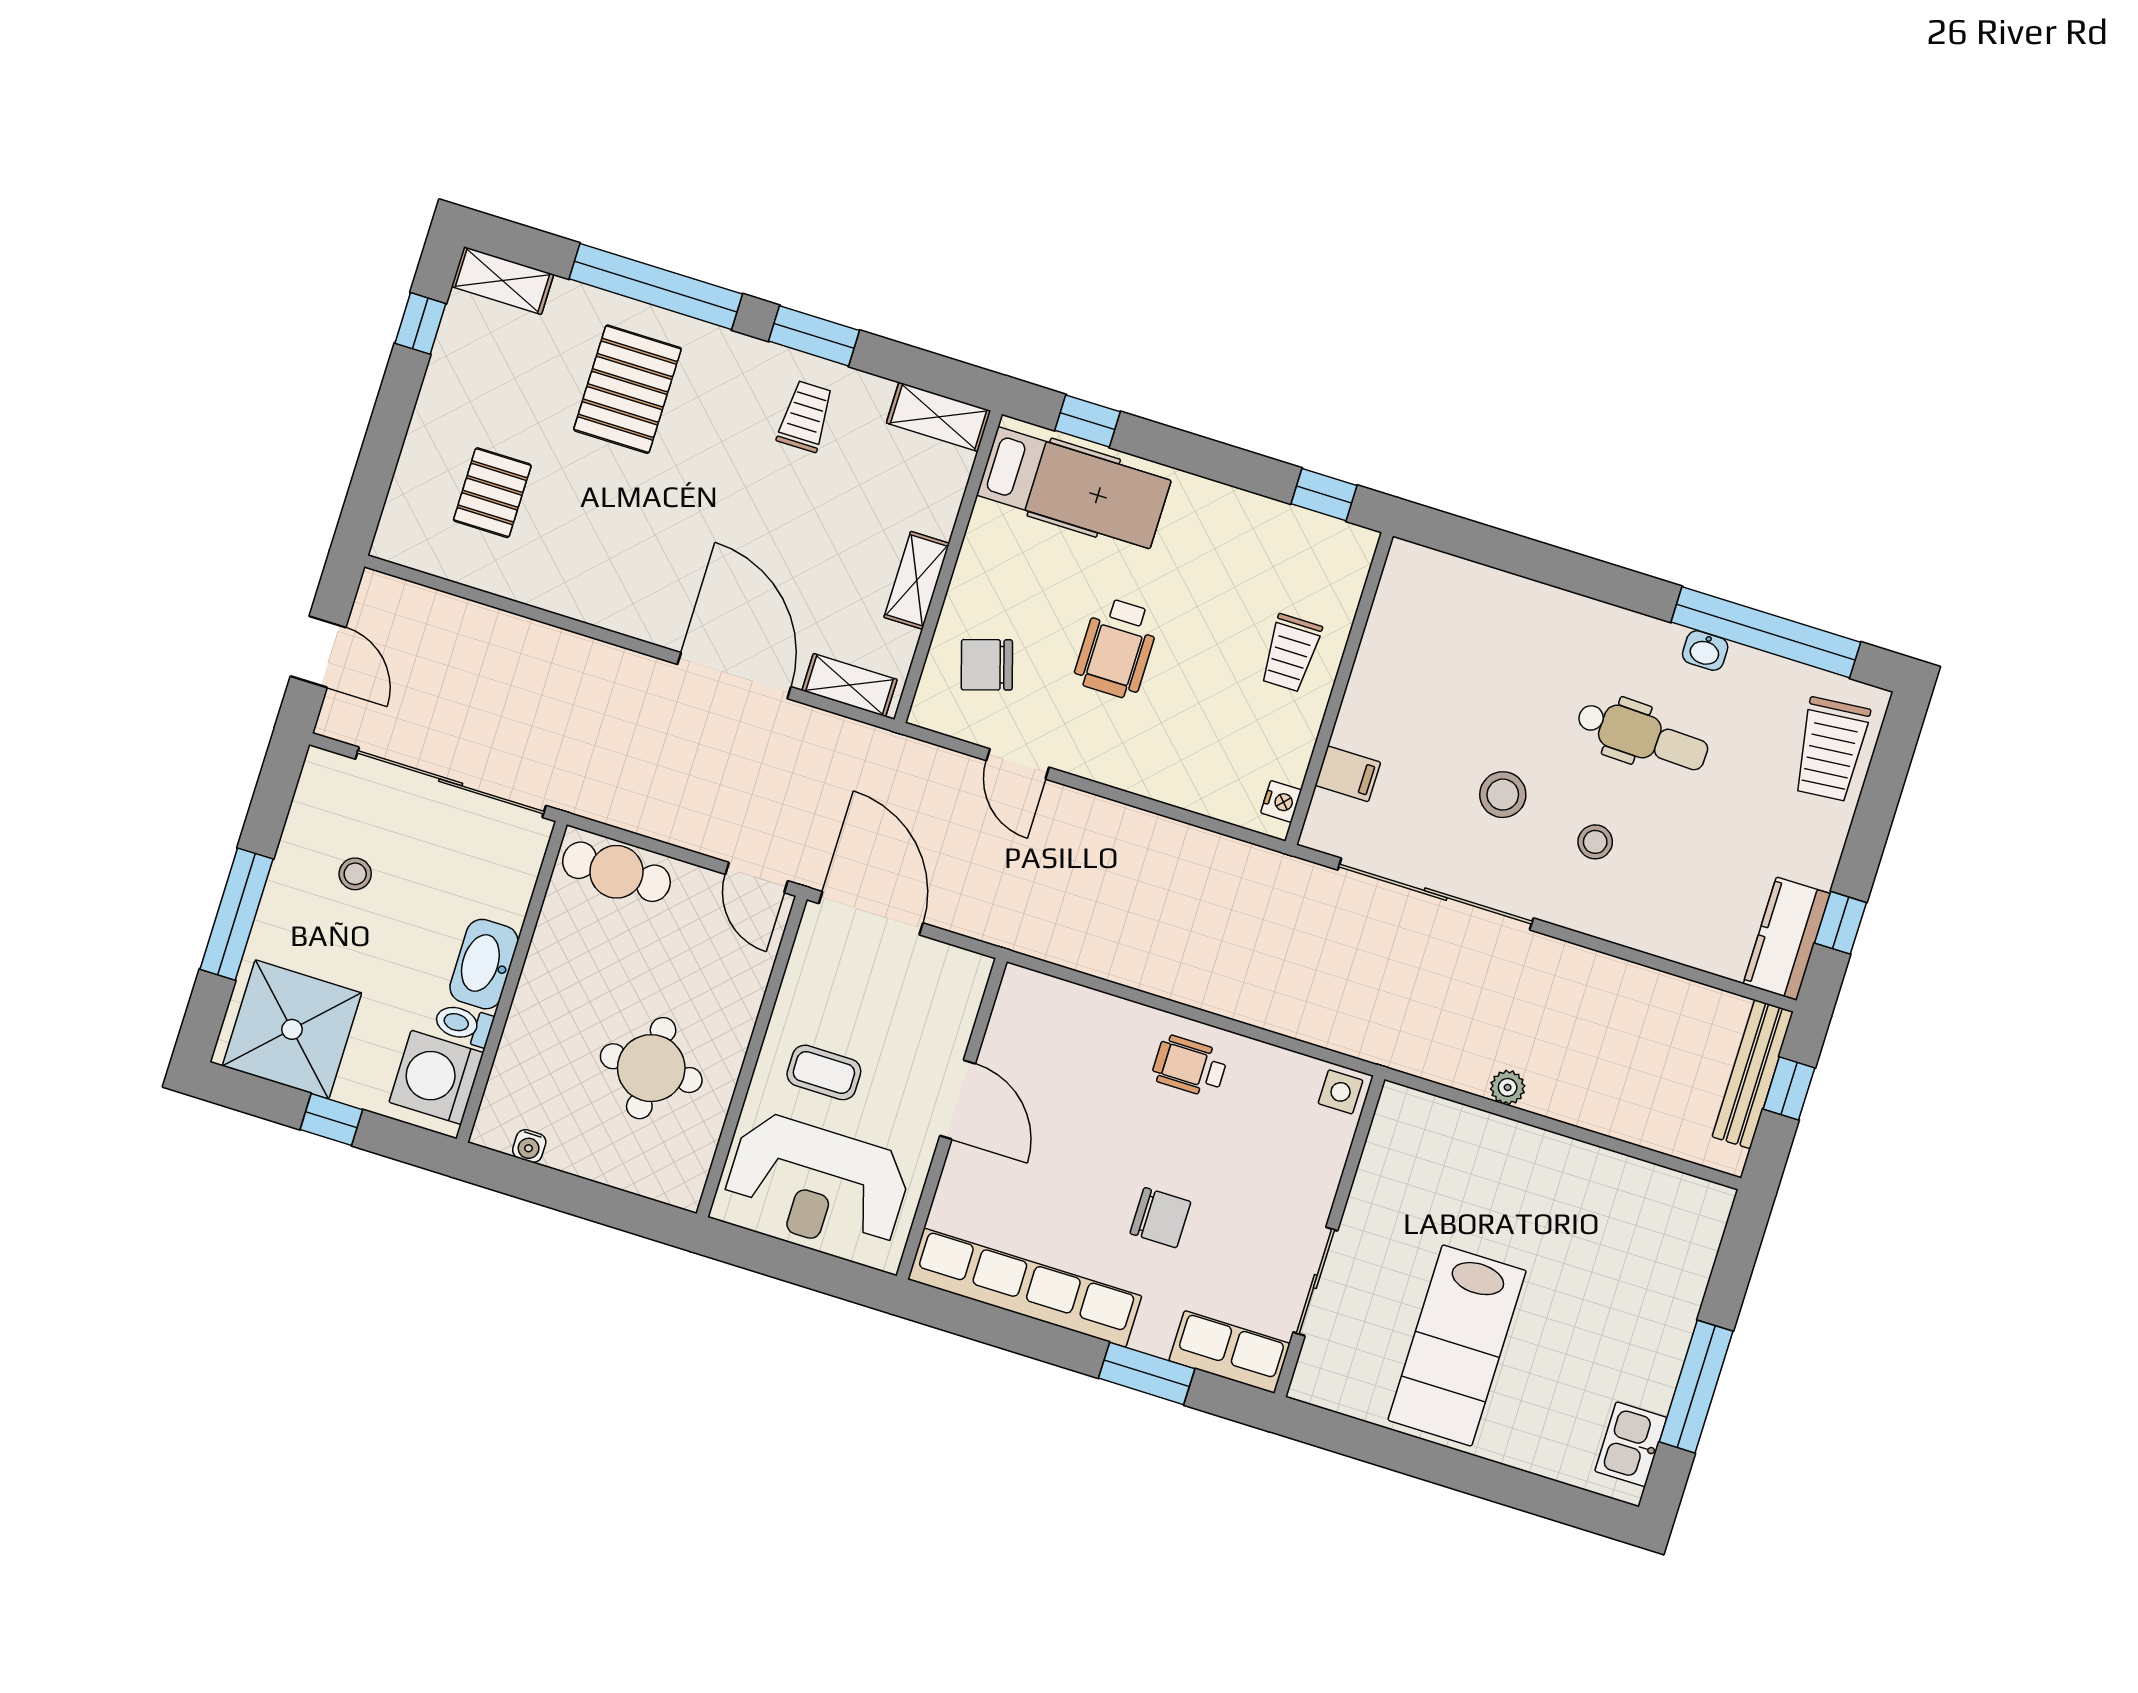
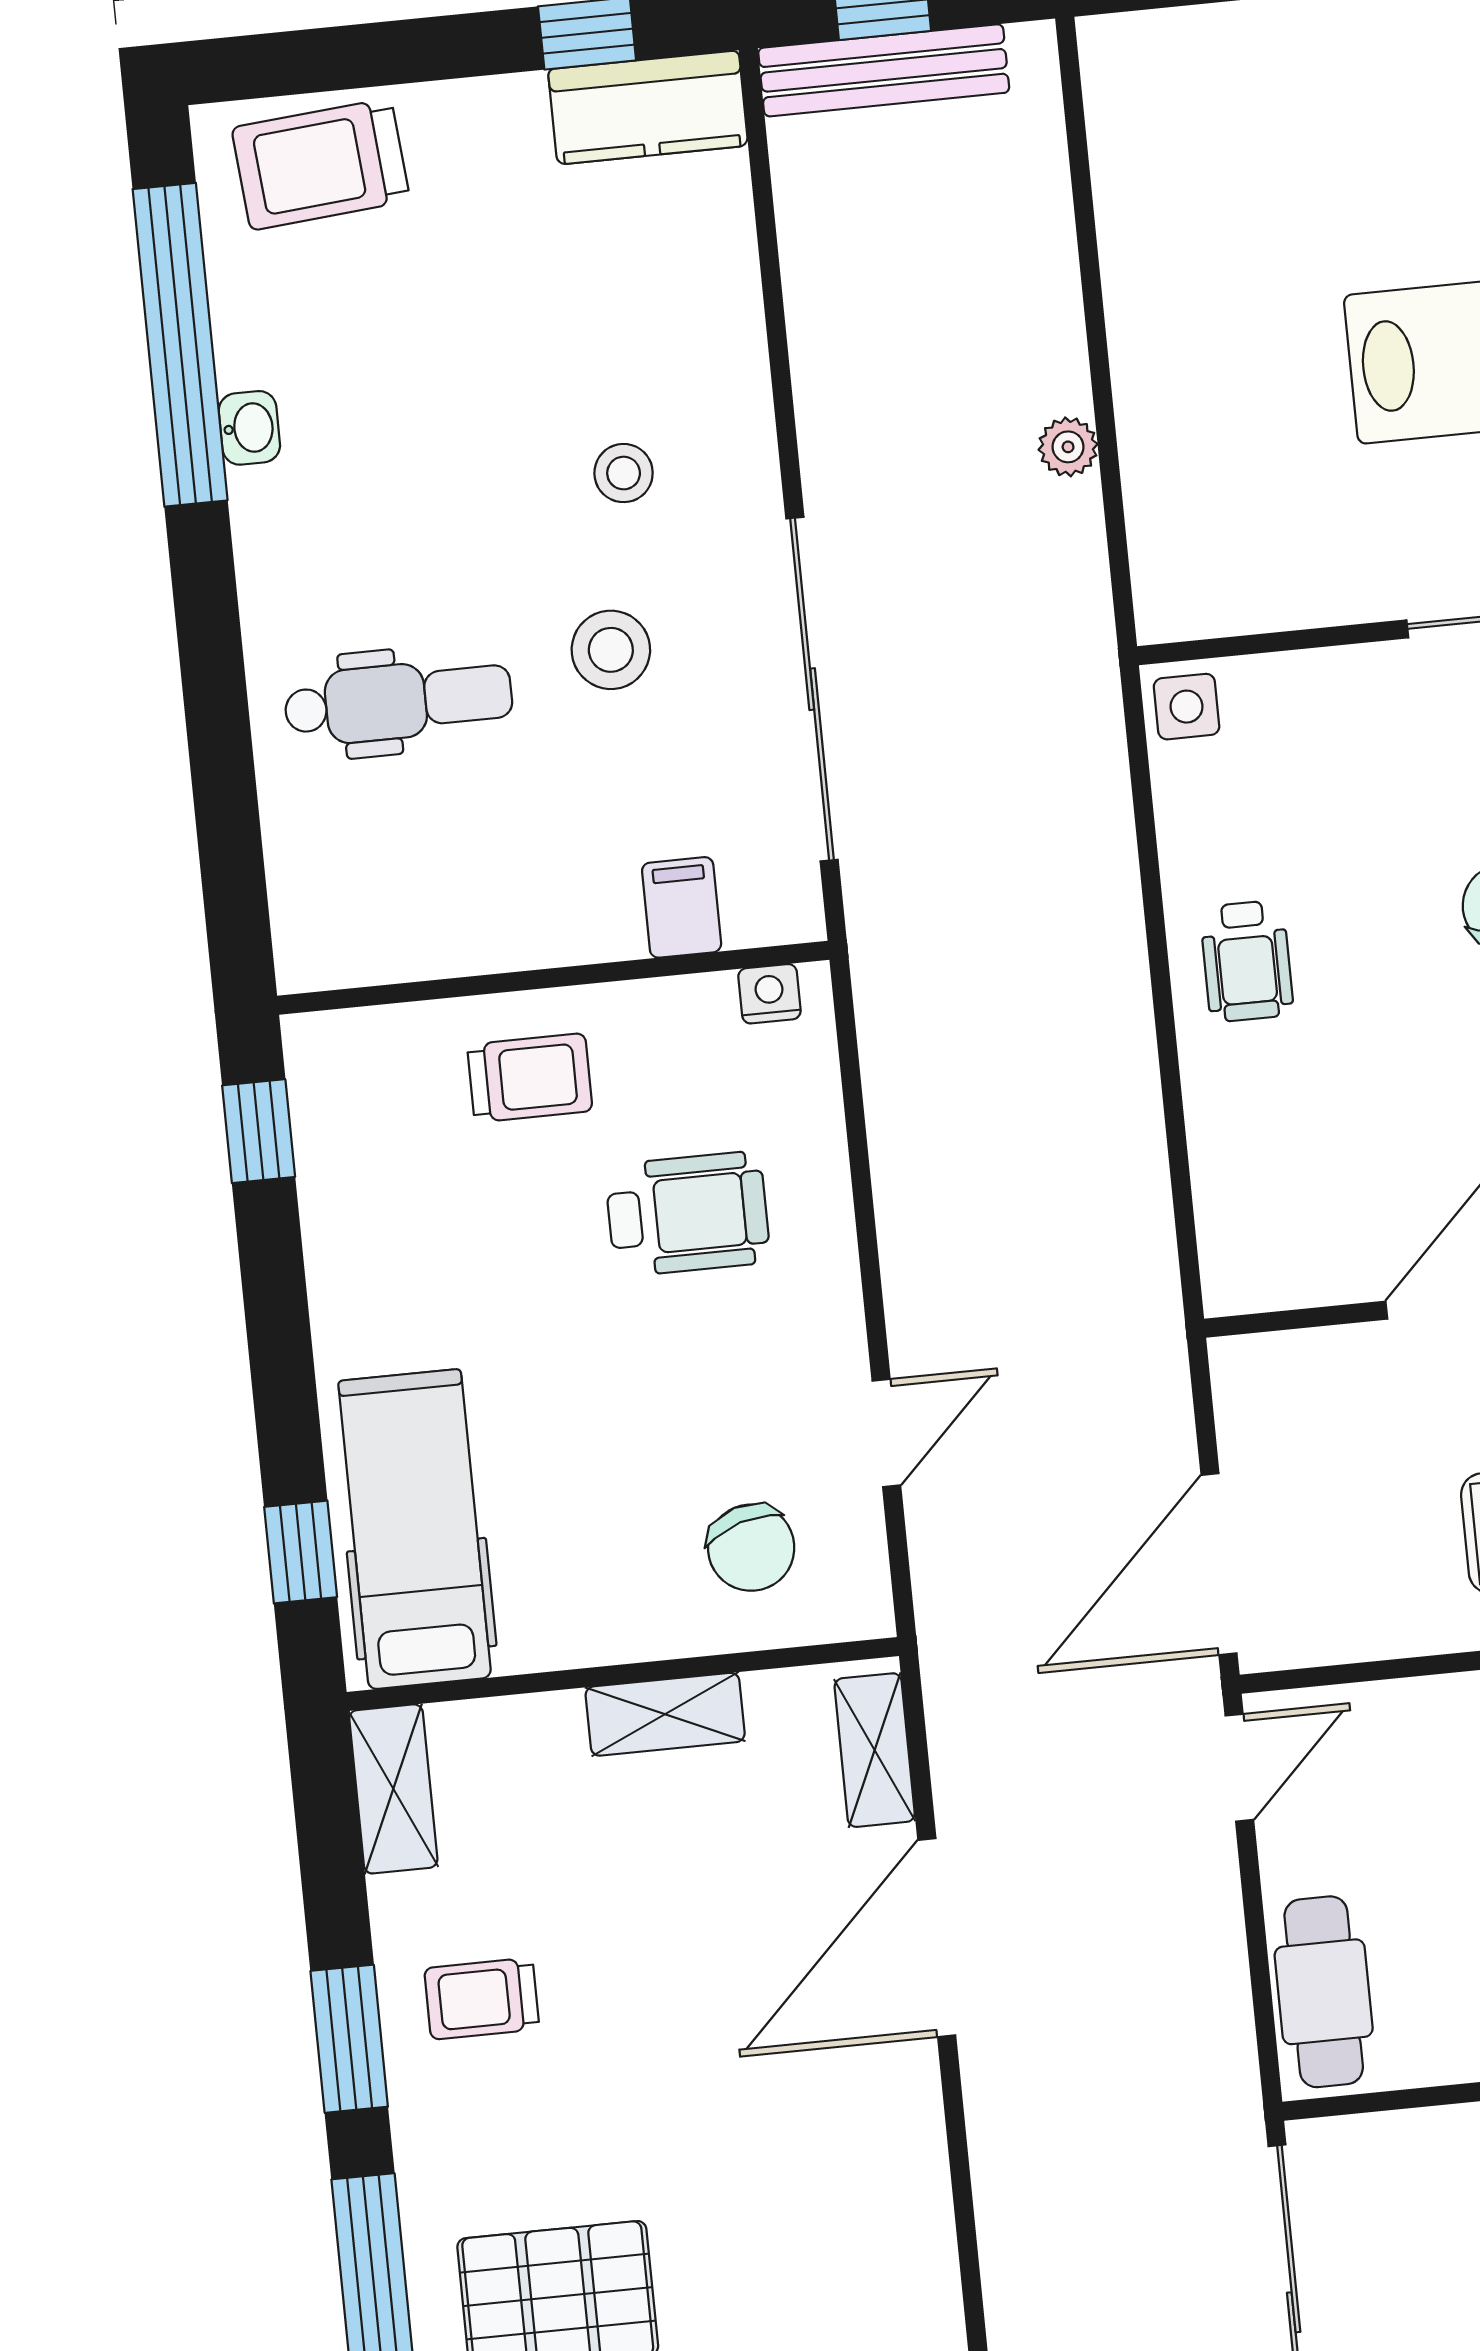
wheelchair: (1117, 648) -> (688, 1214), moved
dental chair: (1642, 736) -> (398, 701), moved, turned 88
trolley: (1831, 749) -> (321, 164), turned 180

